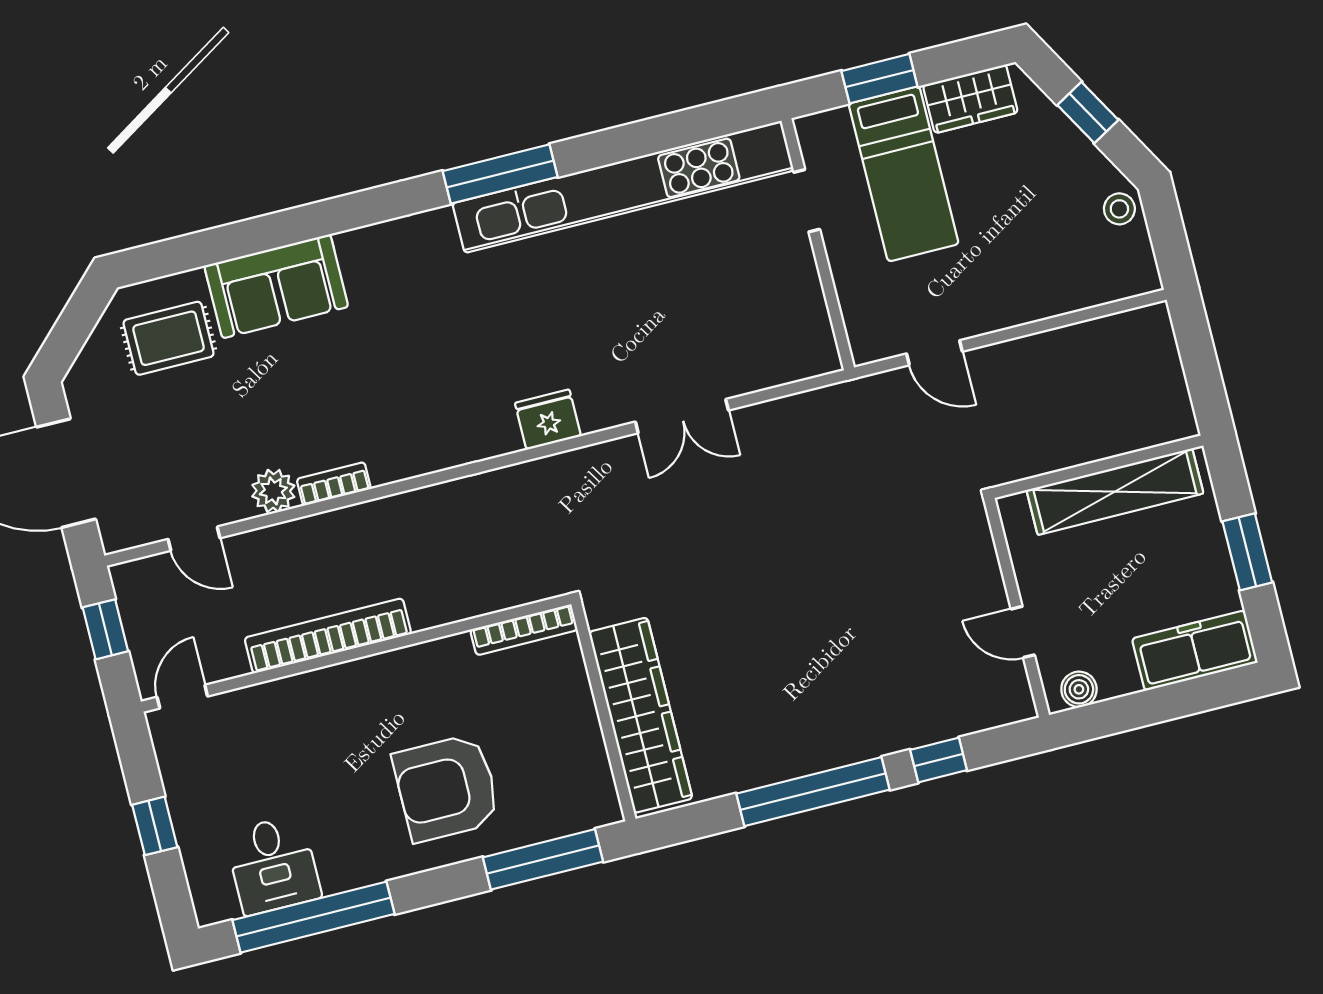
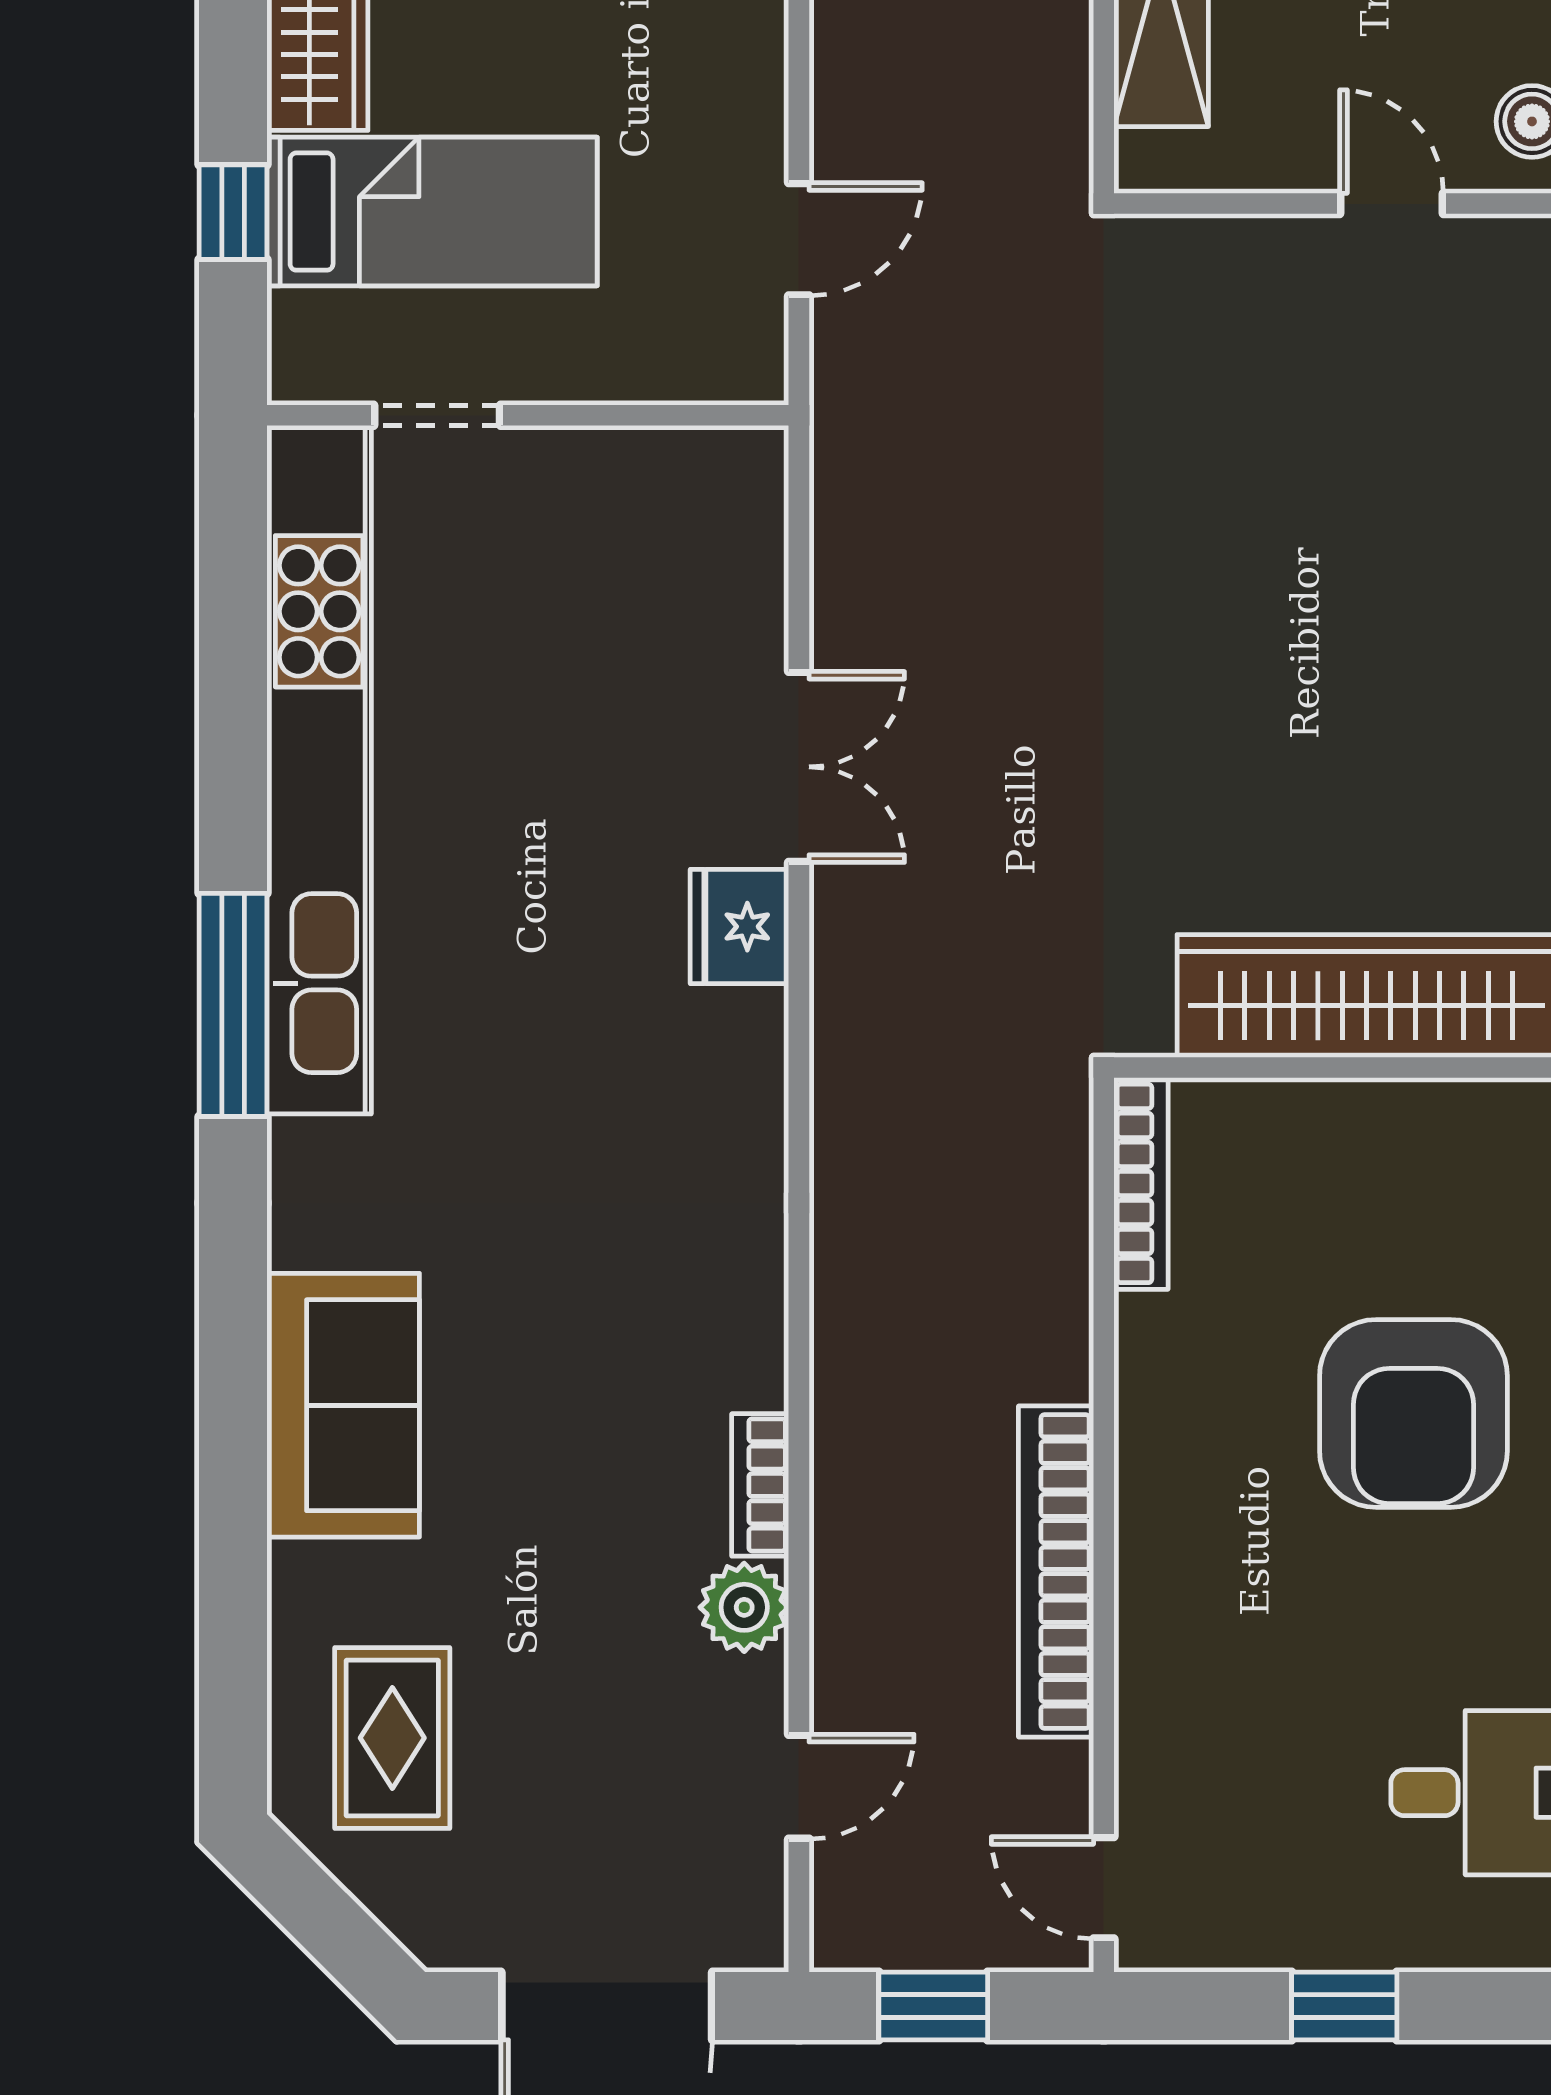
window: (879, 79) -> (233, 212), width x0.67
sofa: (276, 286) -> (343, 1405), moved
fridge: (548, 420) -> (739, 927), moved
door: (1023, 632) -> (1392, 204), swing flipped

